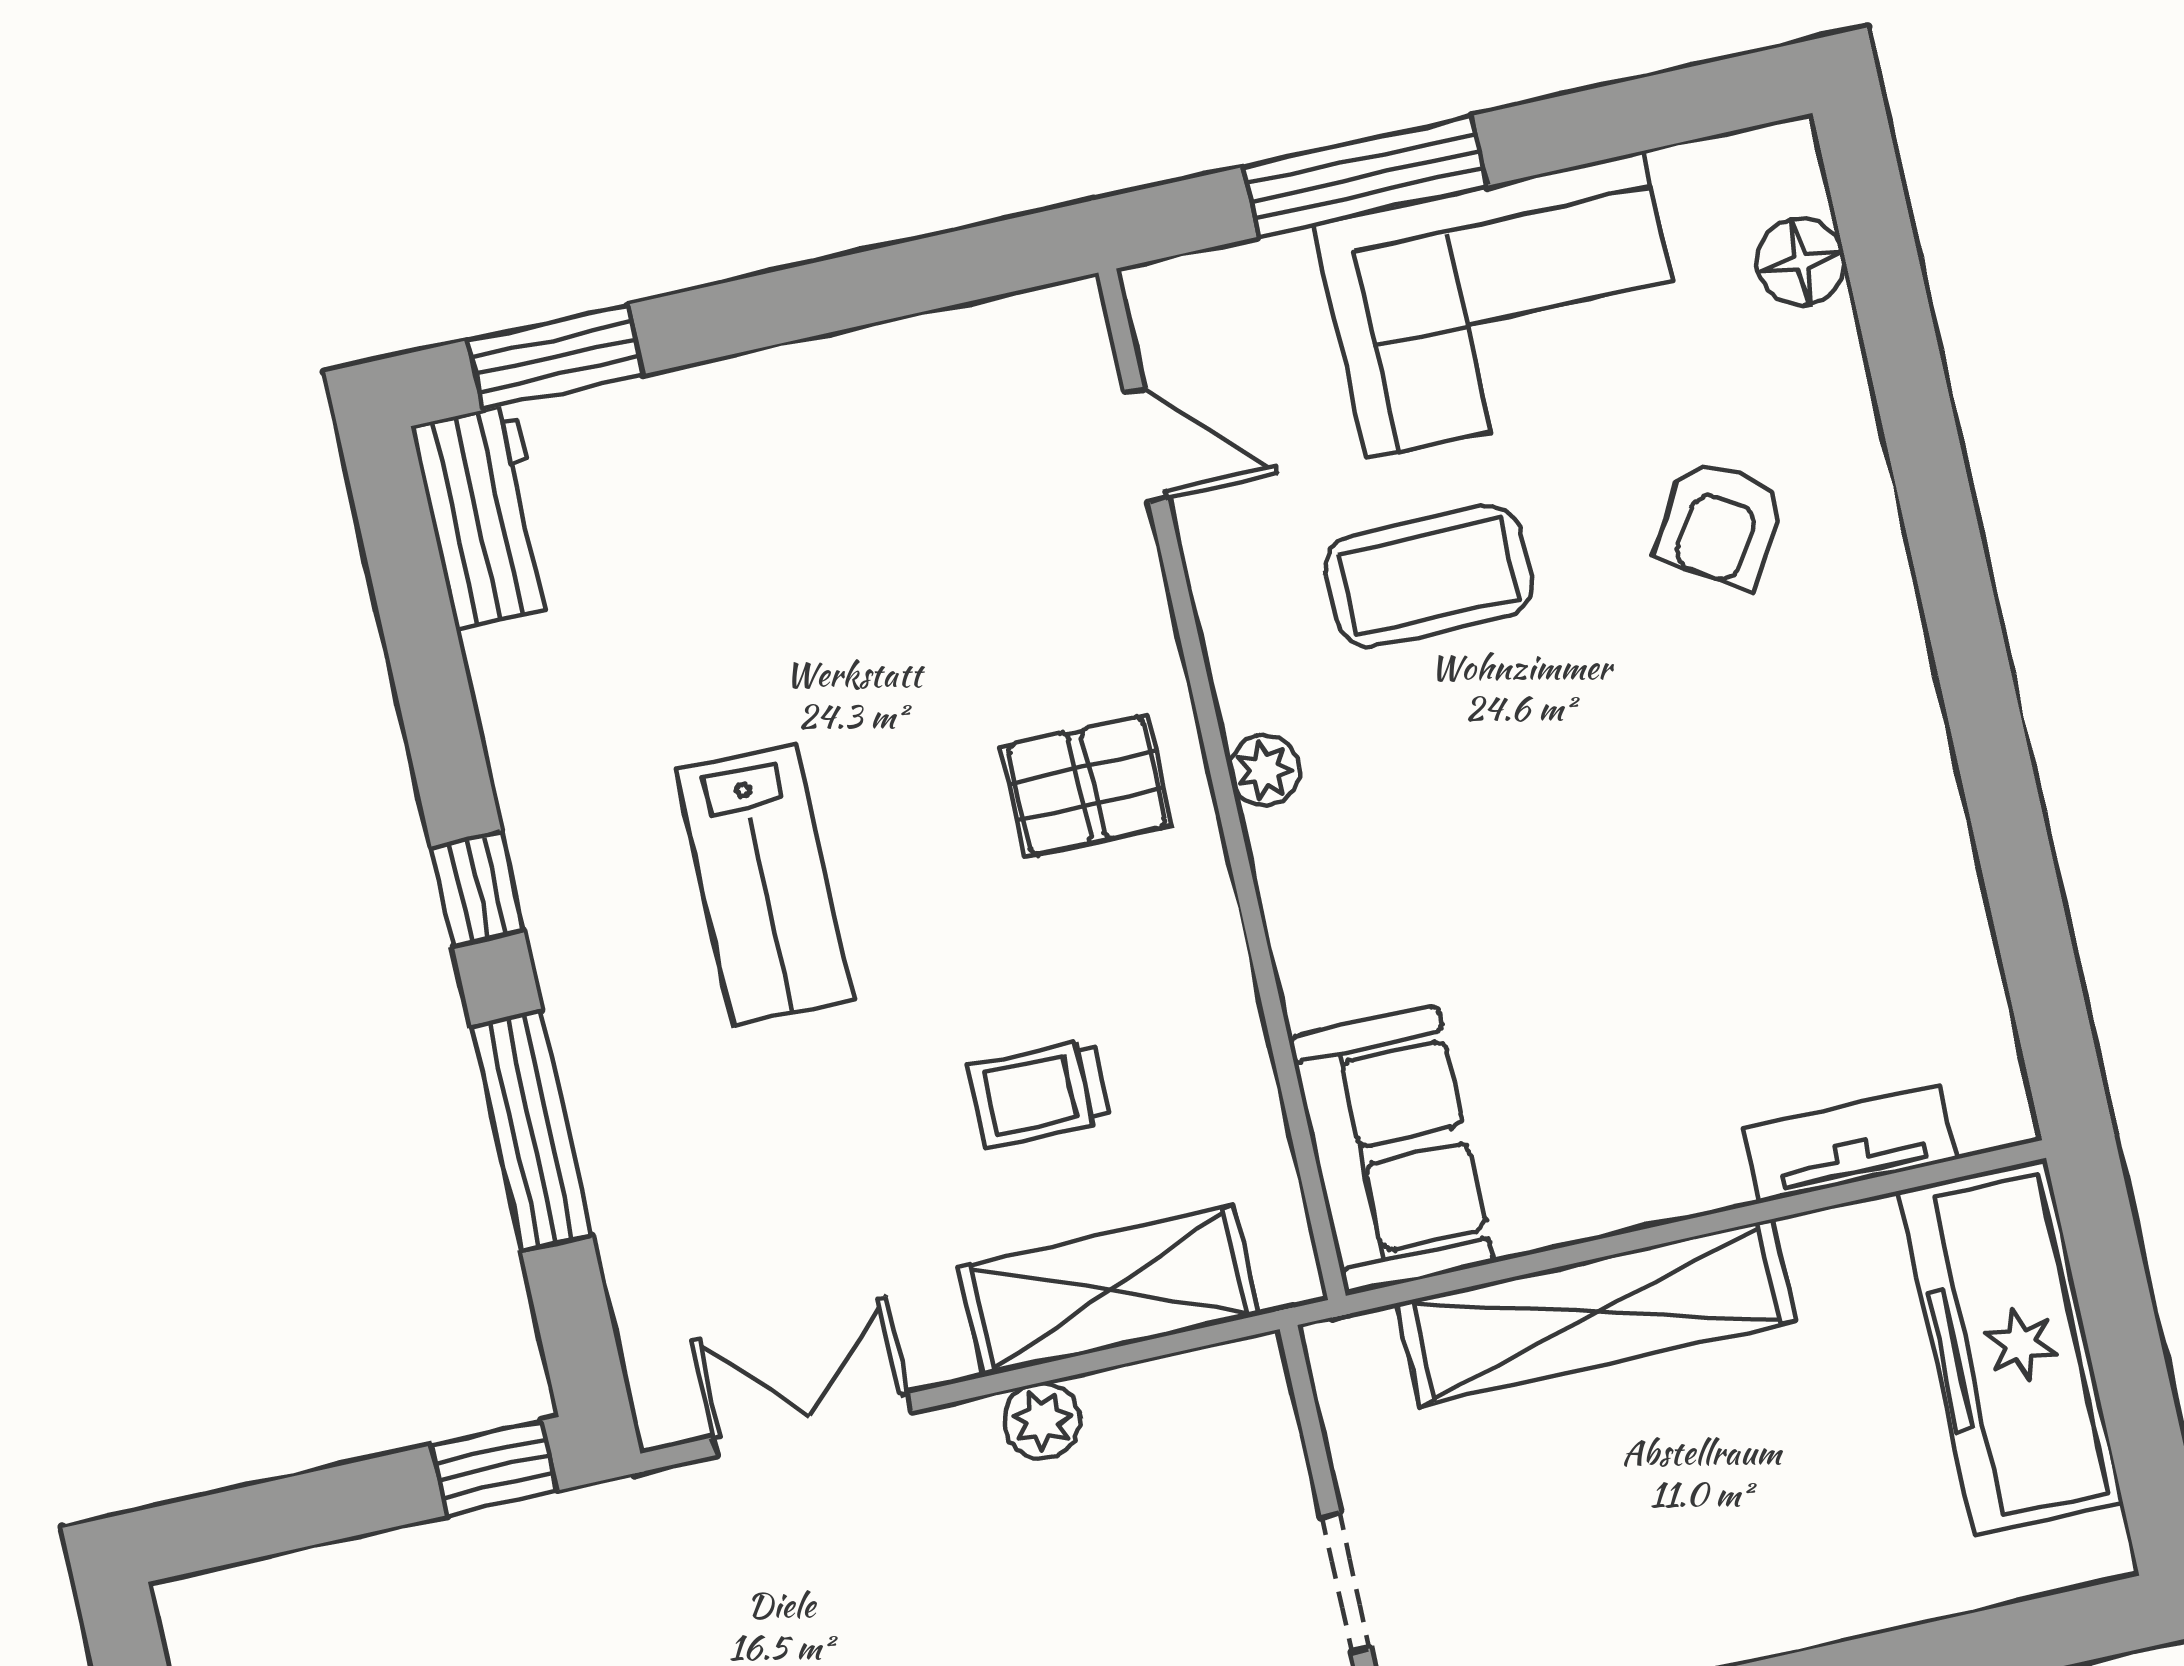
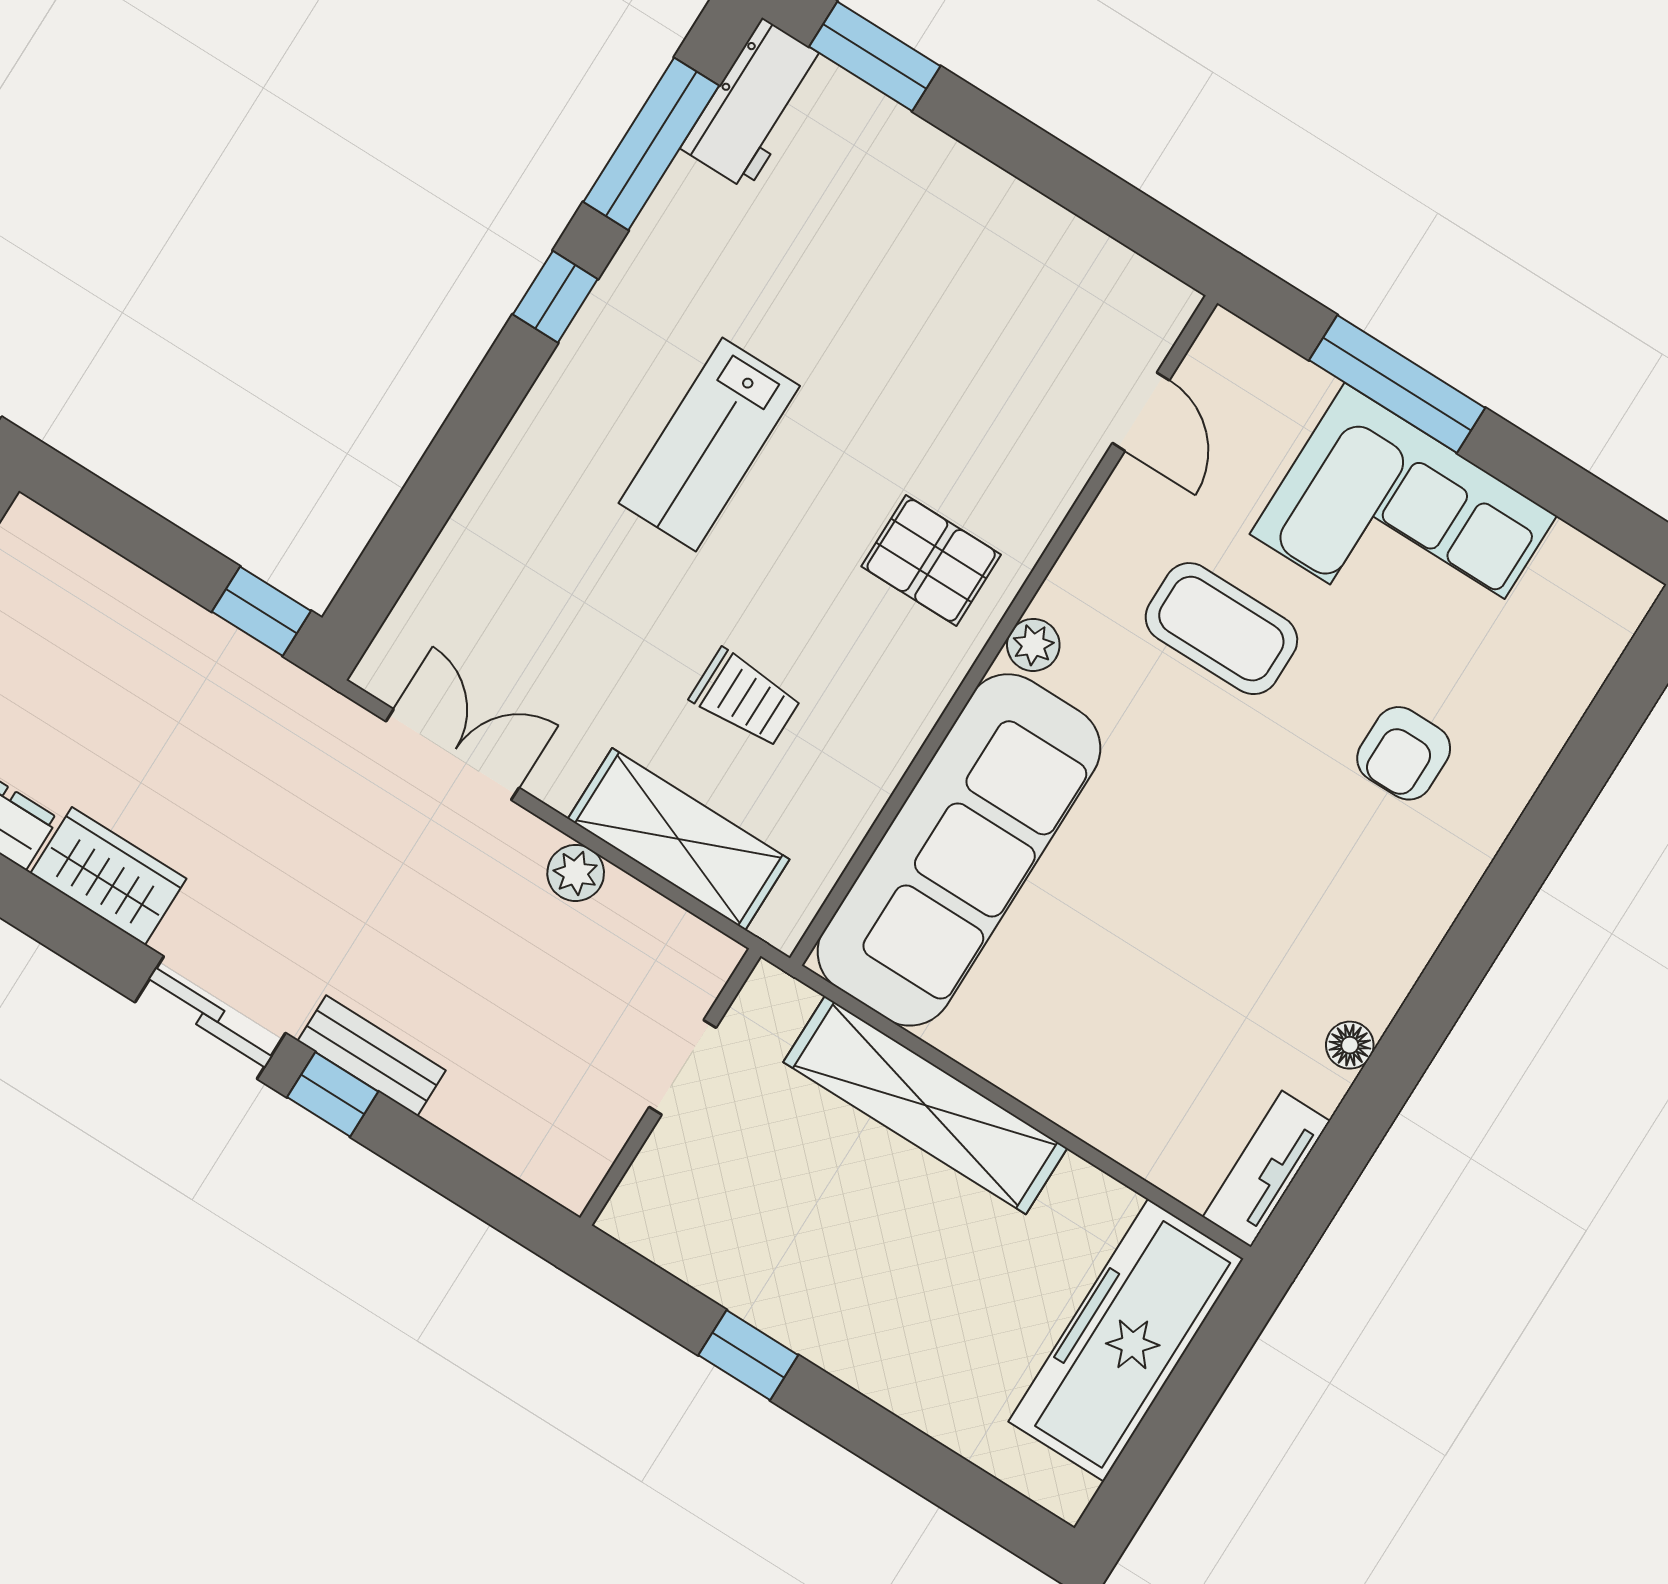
floor lamp: (1801, 261) -> (1350, 1045), moved, width x0.73, depth x0.73
armchair: (1721, 523) -> (1404, 753), turned -33
trolley: (1039, 1093) -> (745, 698), turned 180
window: (532, 1131) -> (651, 144), moved
tv unit: (1850, 1144) -> (1266, 1169), moved, turned -90
sofa: (1391, 1150) -> (959, 850), width x1.85, depth x1.27
doorway: (1346, 1583) -> (683, 1067), moved

